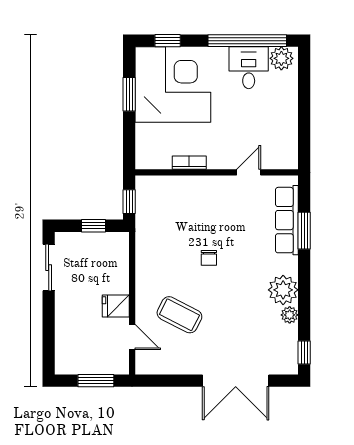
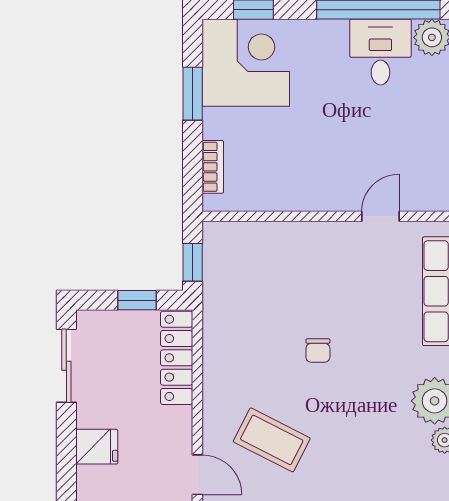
corner desk: (173, 85) -> (246, 63), width x0.74, depth x0.74
bookcase: (189, 163) -> (213, 167), moved, turned 90
locker: (119, 263) -> (177, 358), added
fridge: (116, 306) -> (97, 447), moved, turned 180

